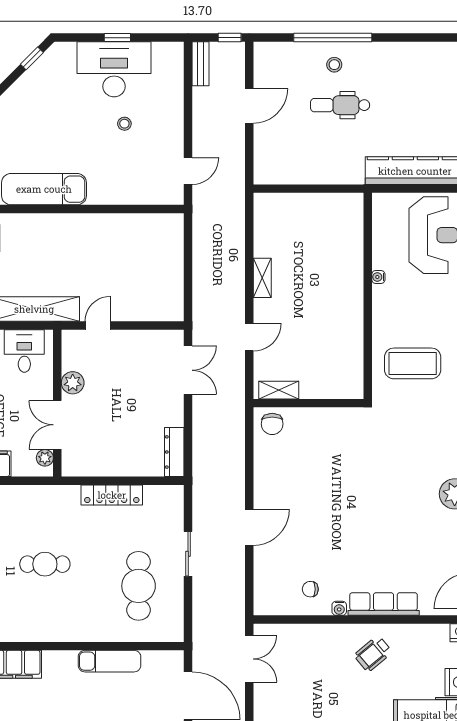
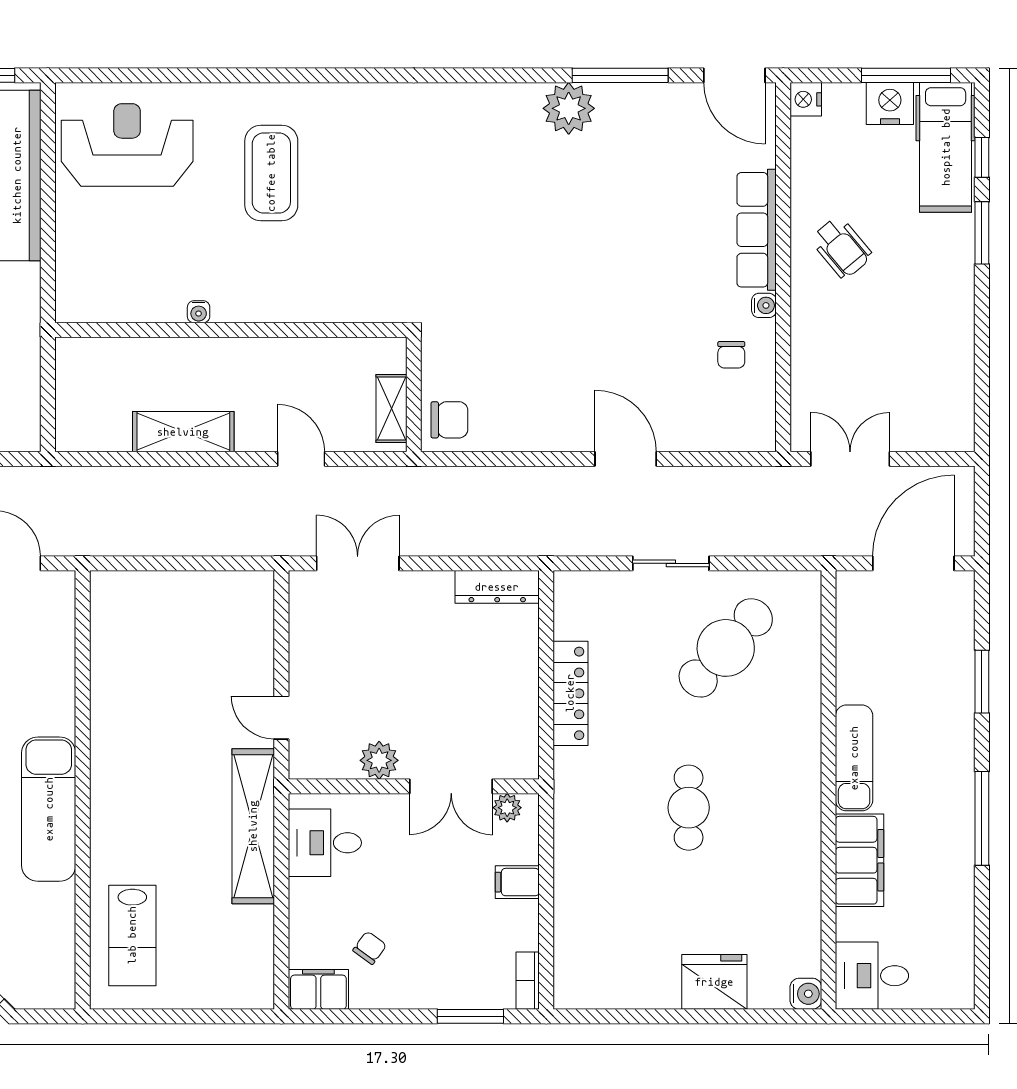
water cooler: (378, 277) -> (199, 312), moved
shelving: (262, 278) -> (183, 432), width x1.50, depth x1.33
wall: (368, 296) -> (231, 330), moved
coffee table: (413, 363) -> (271, 173), moved
cafe table: (139, 586) -> (726, 648), turned -48
exam couch: (110, 661) -> (854, 758), moved

